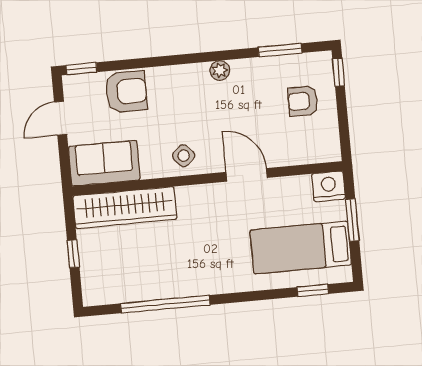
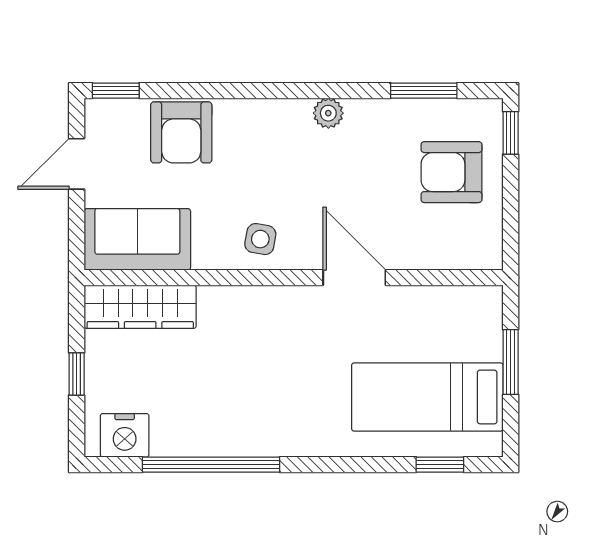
armchair: (126, 92) -> (181, 132), turned 90
armchair: (303, 101) -> (451, 172), width x1.38, depth x1.38
side table: (184, 156) -> (260, 239), turned -37
nightstand: (328, 186) -> (125, 435), moved, turned 180
wardrobe: (125, 208) -> (140, 307), width x0.71, depth x0.85

